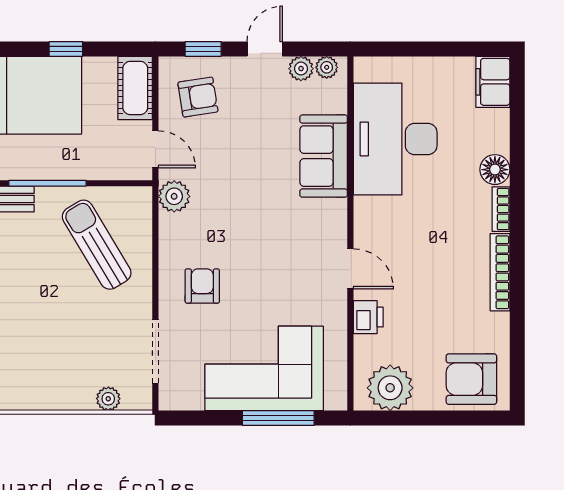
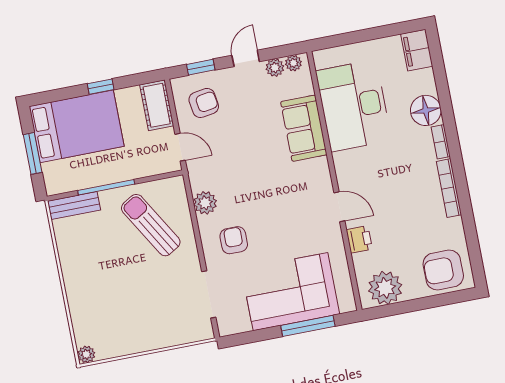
floor lamp: (495, 170) -> (426, 110), width x1.38, depth x1.38
plant: (174, 196) -> (205, 203), moved
plant: (108, 399) -> (181, 336), removed

